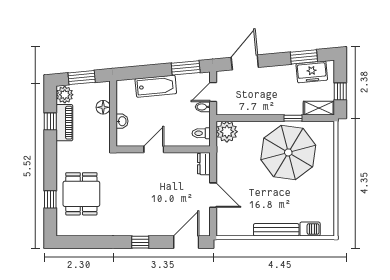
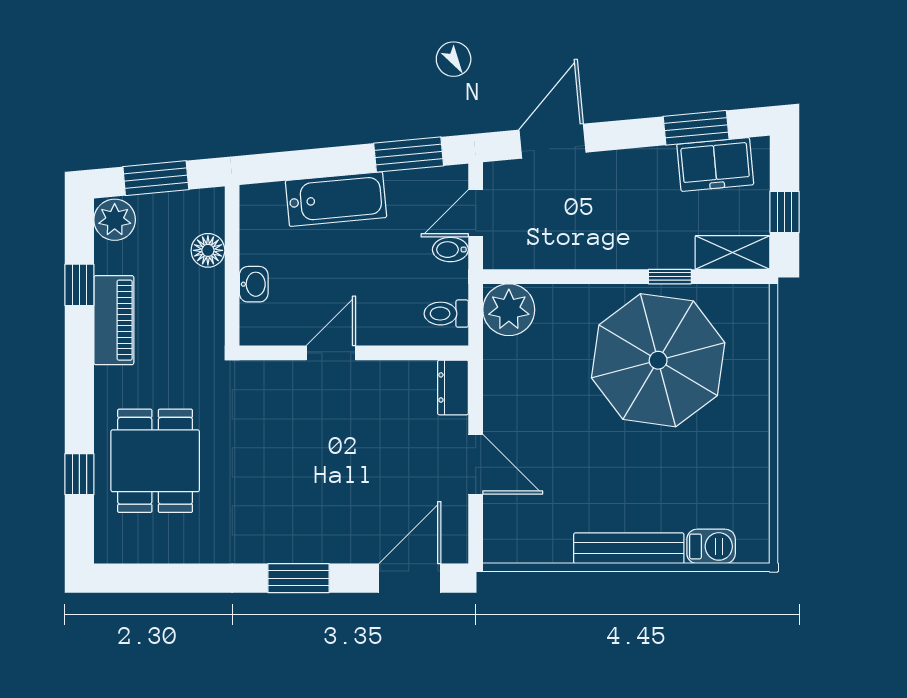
piano: (64, 123) -> (114, 320), moved
window: (140, 242) -> (298, 578), width x1.50

